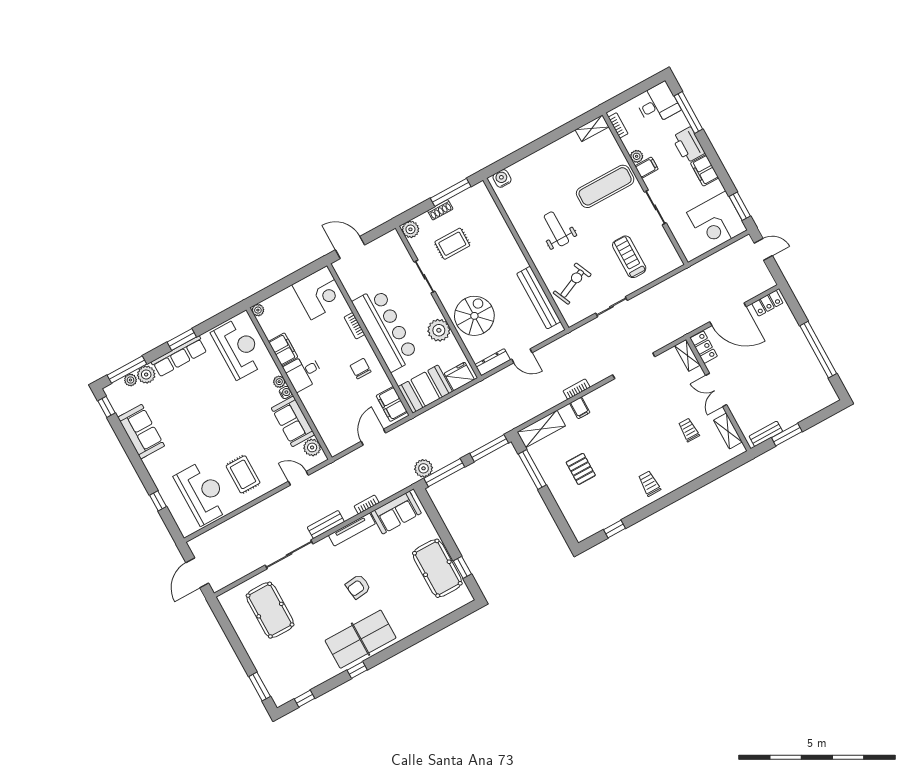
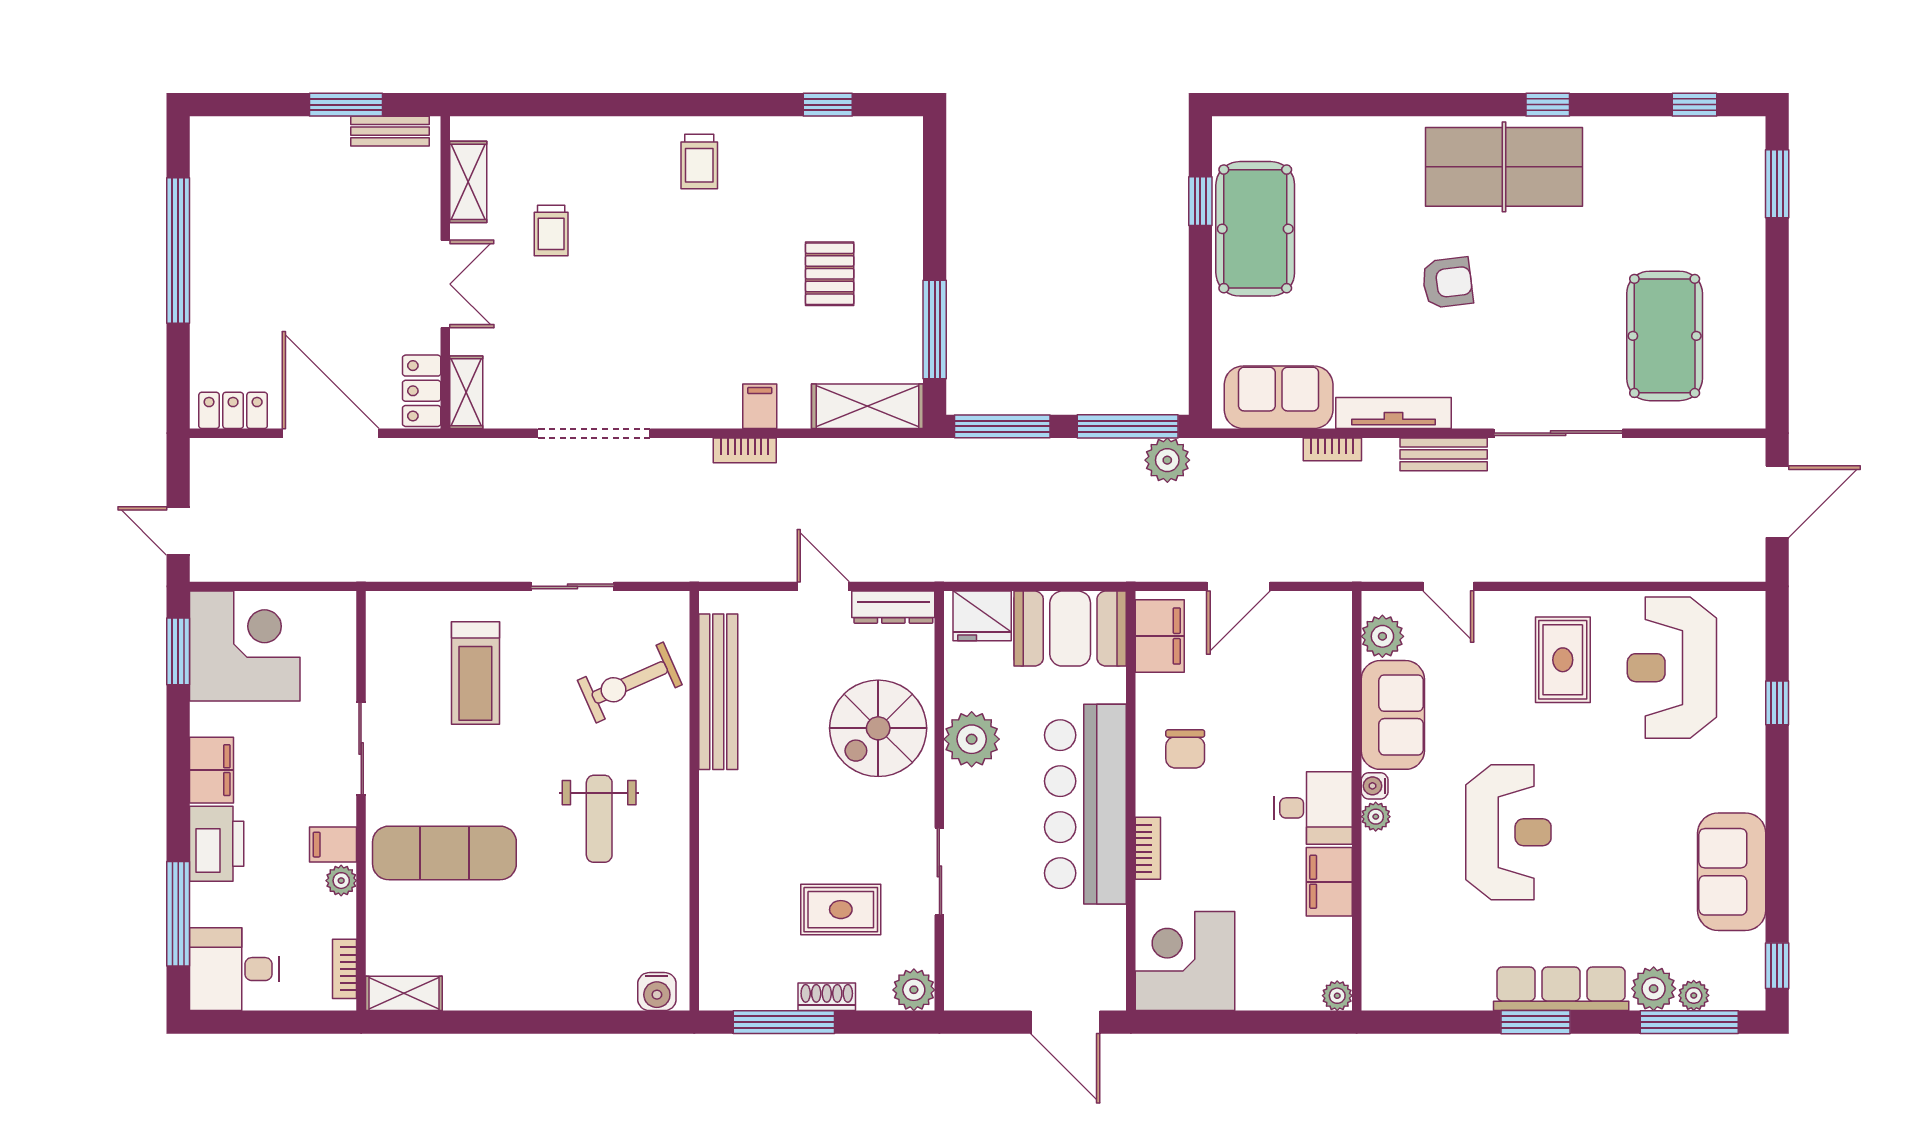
reception desk: (238, 348) -> (1508, 832), moved, turned 180

